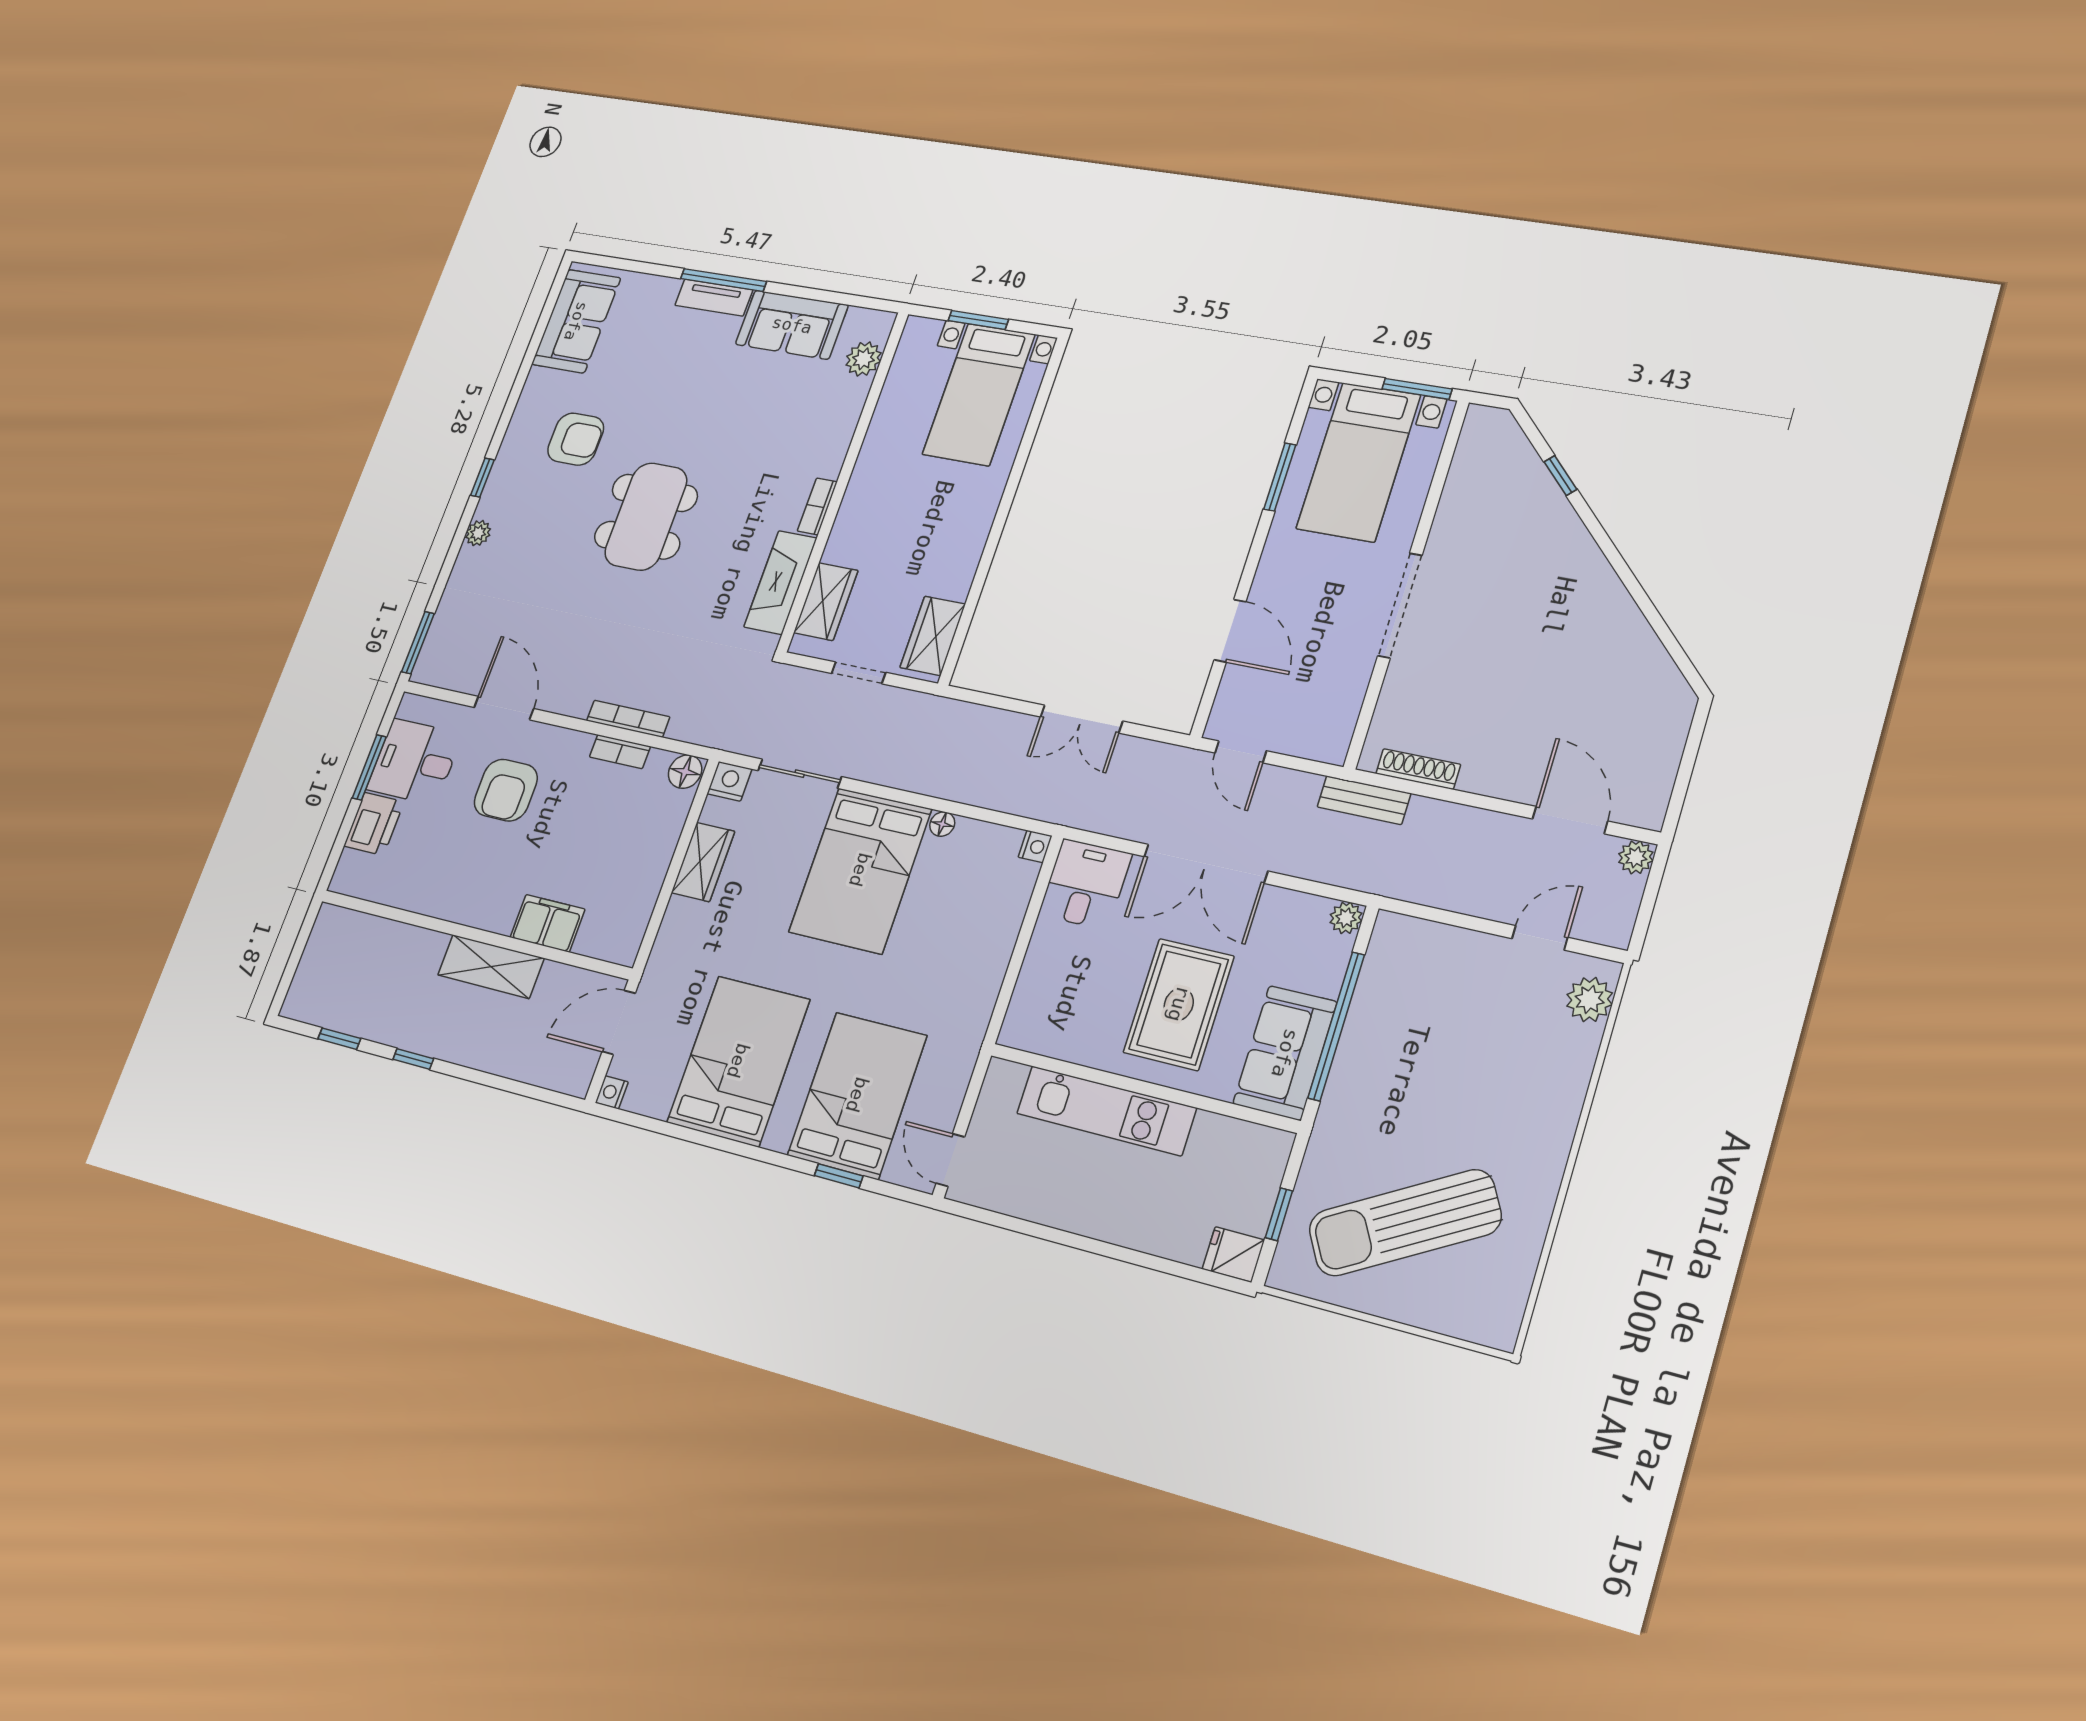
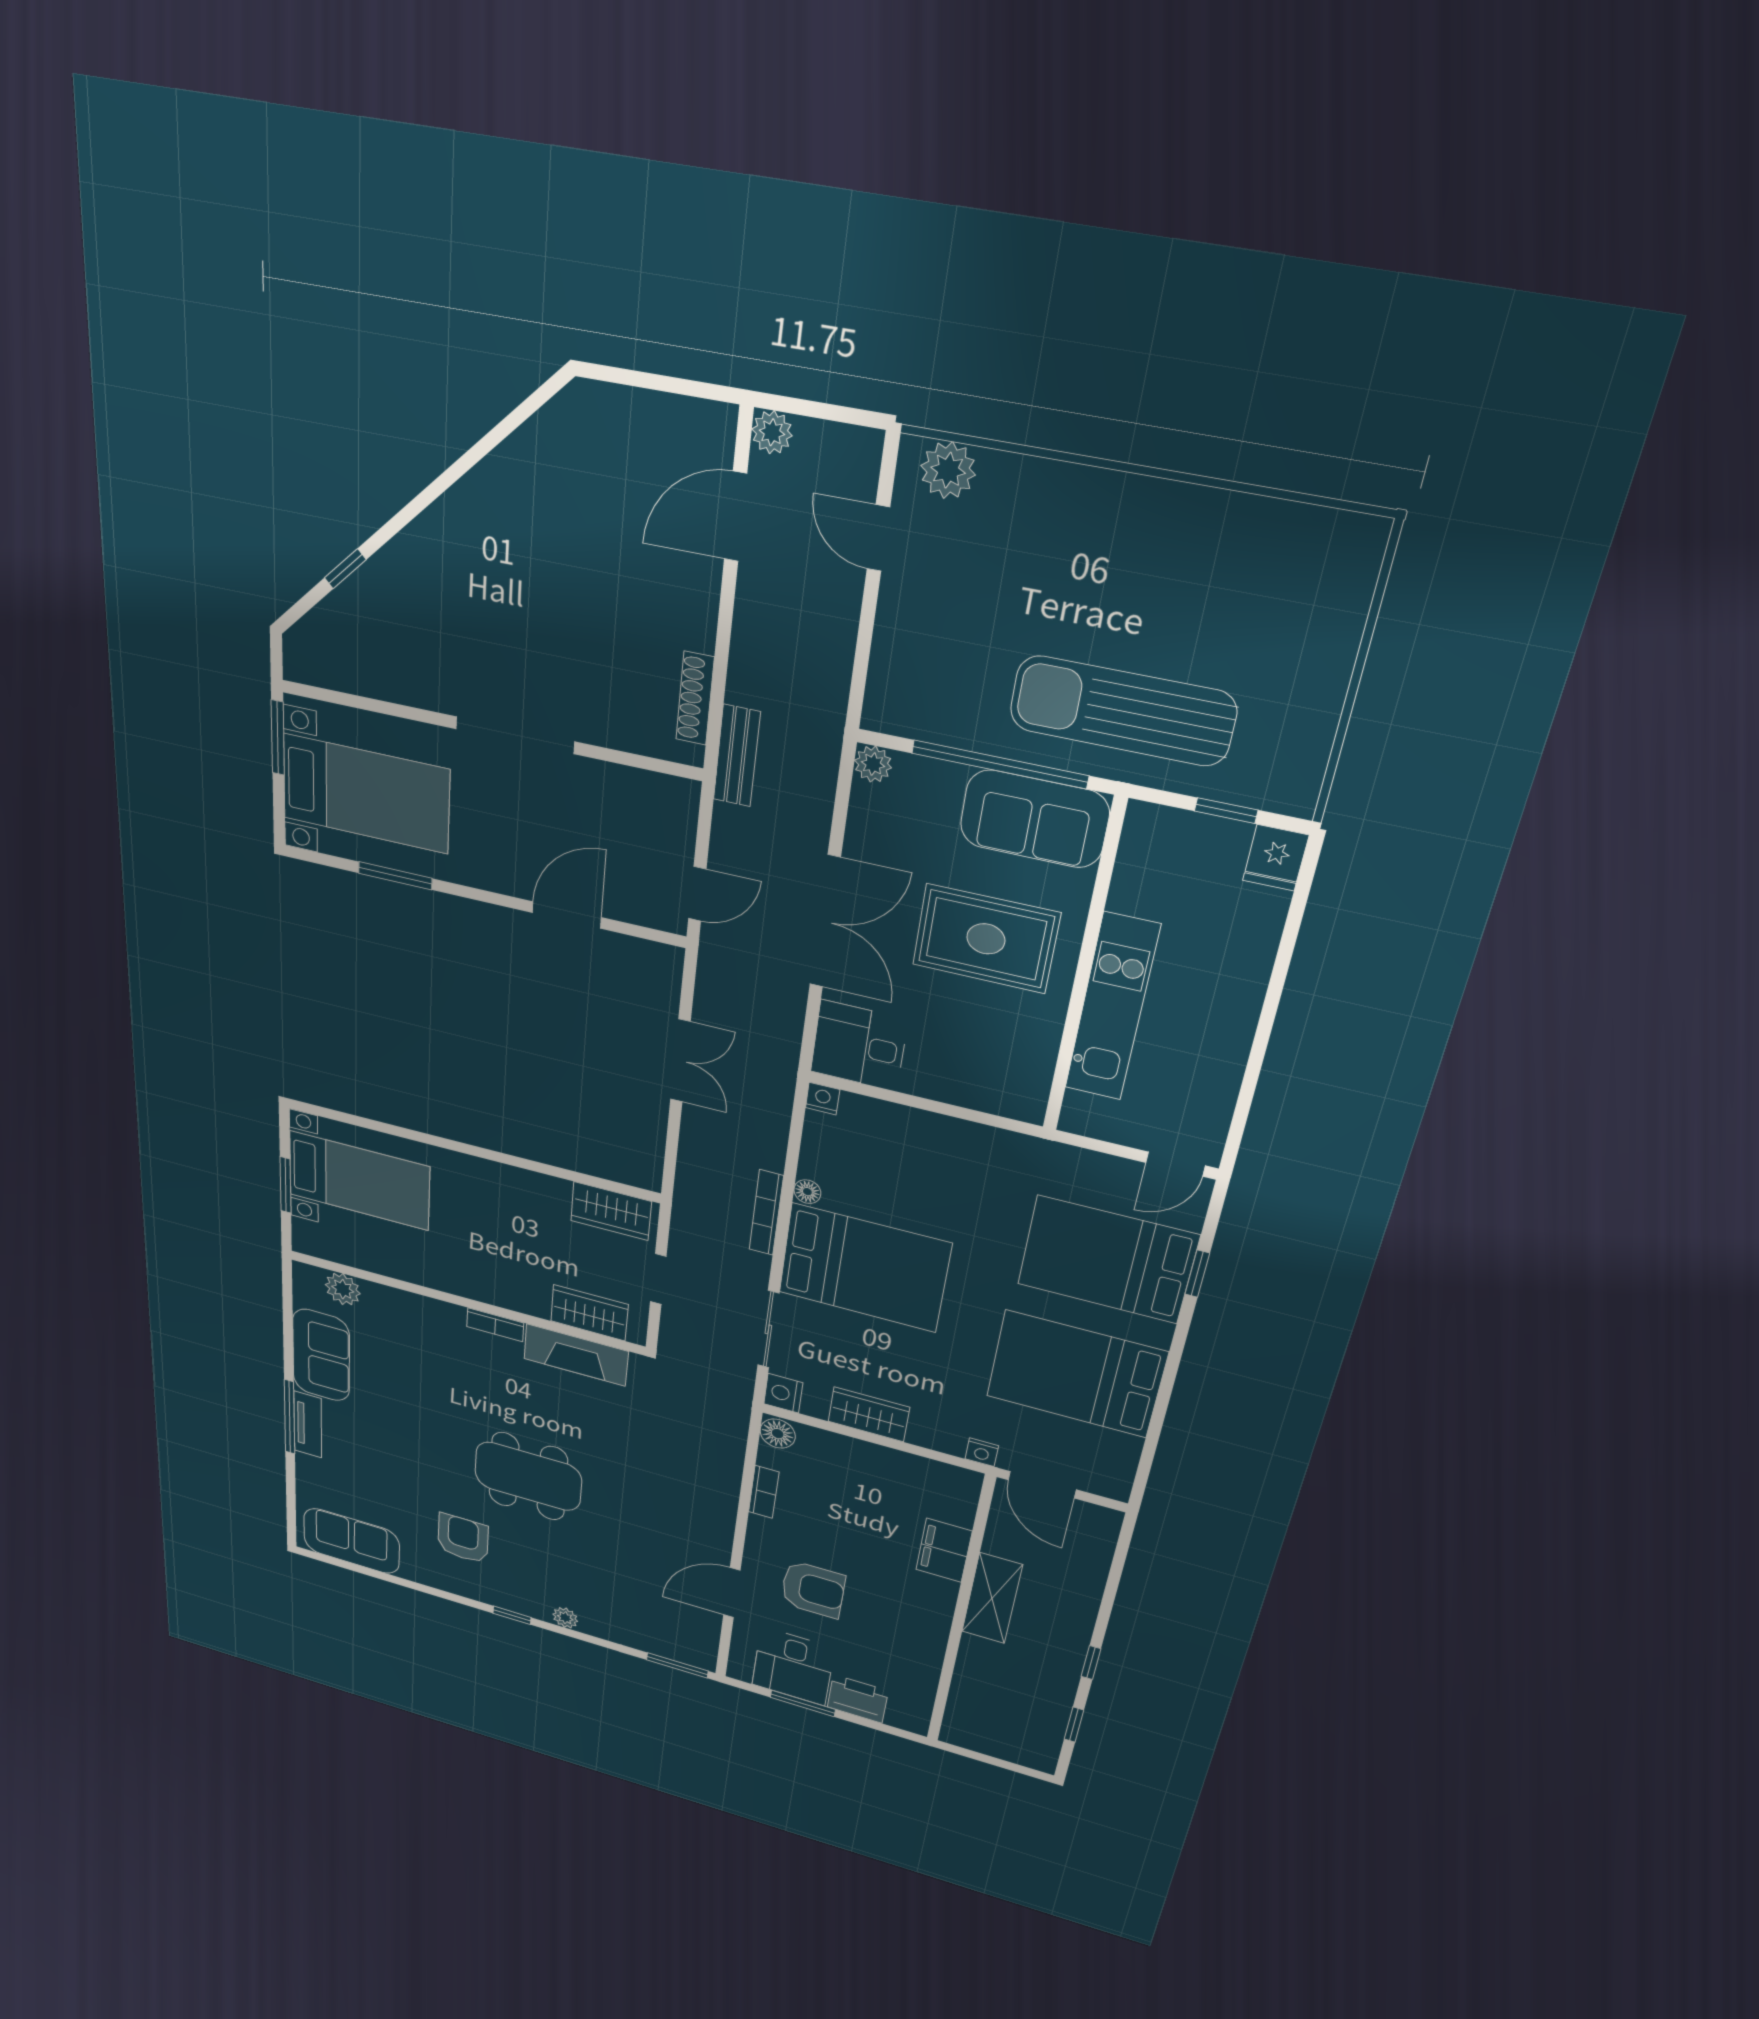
bookcase: (628, 719) -> (766, 1213), moved
nightstand: (612, 1092) -> (982, 1452), moved
sun lounger: (1405, 1223) -> (1122, 711), moved, turned 120

